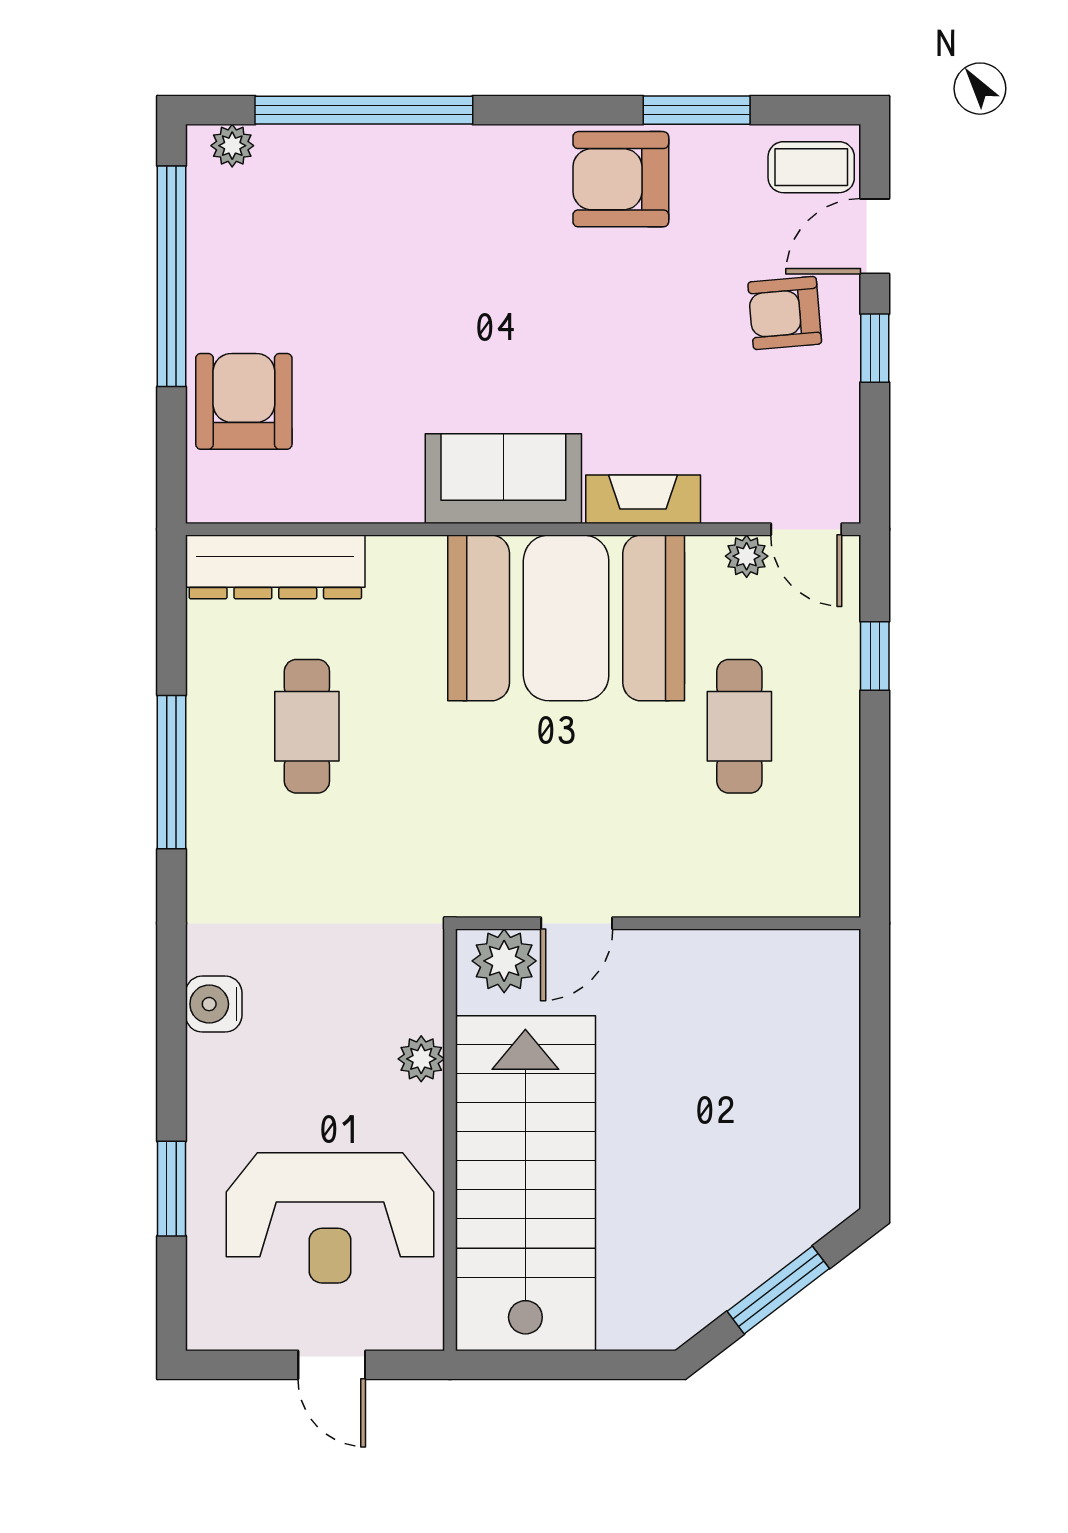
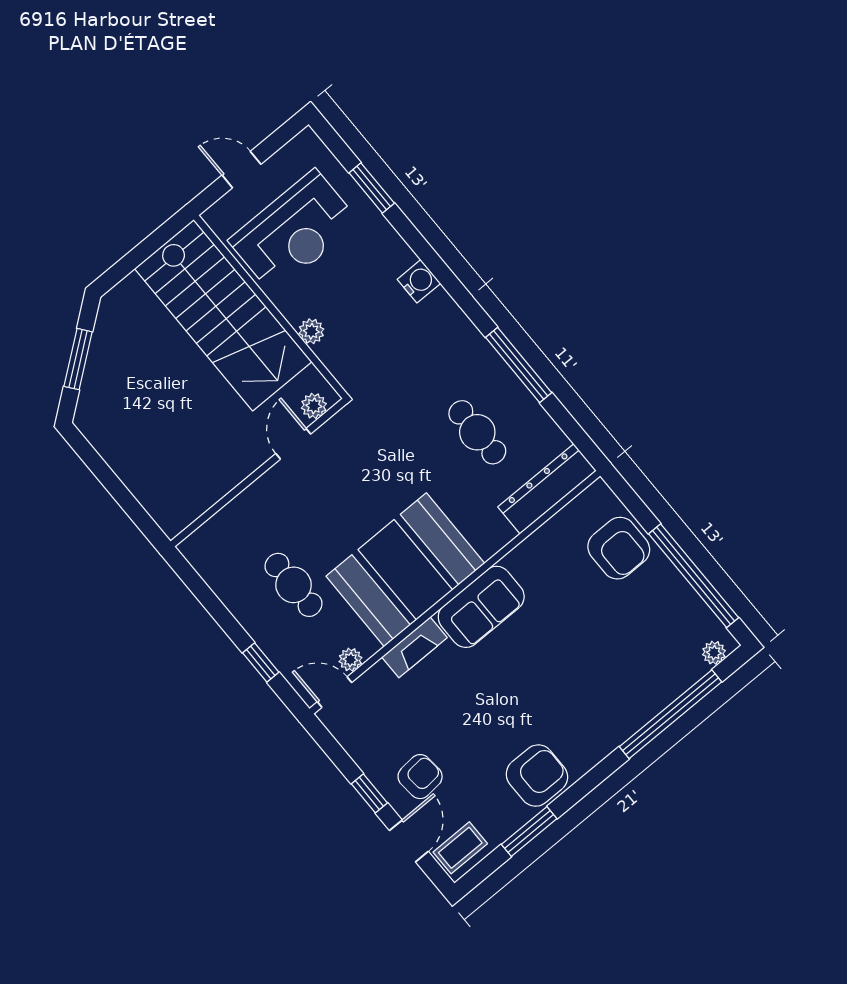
plant: (504, 961) -> (314, 406), width x0.73, depth x0.73
reception desk: (330, 1218) -> (294, 232), turned 180

